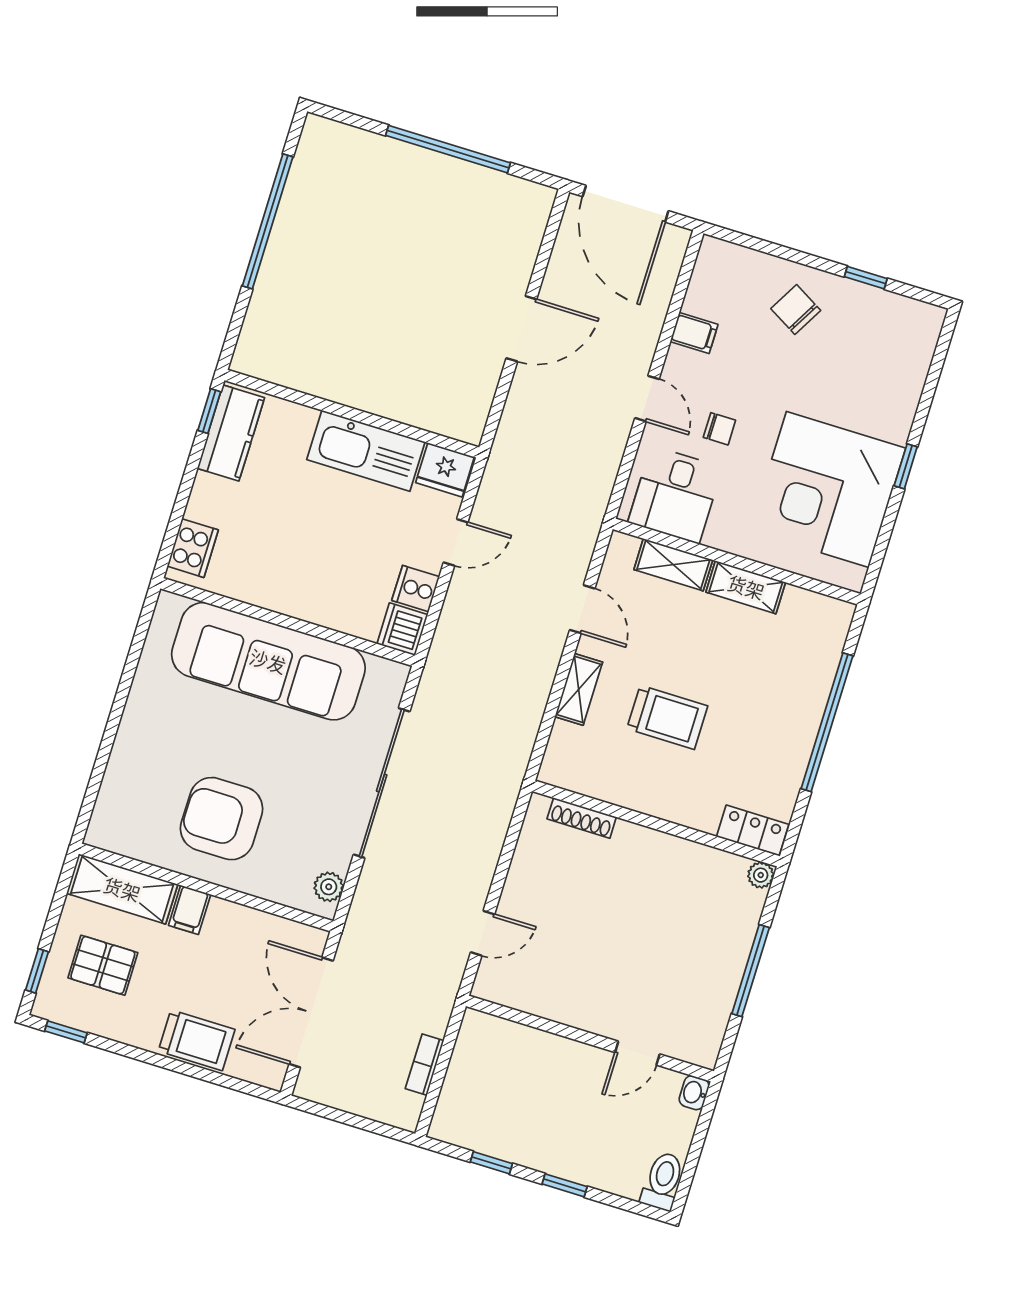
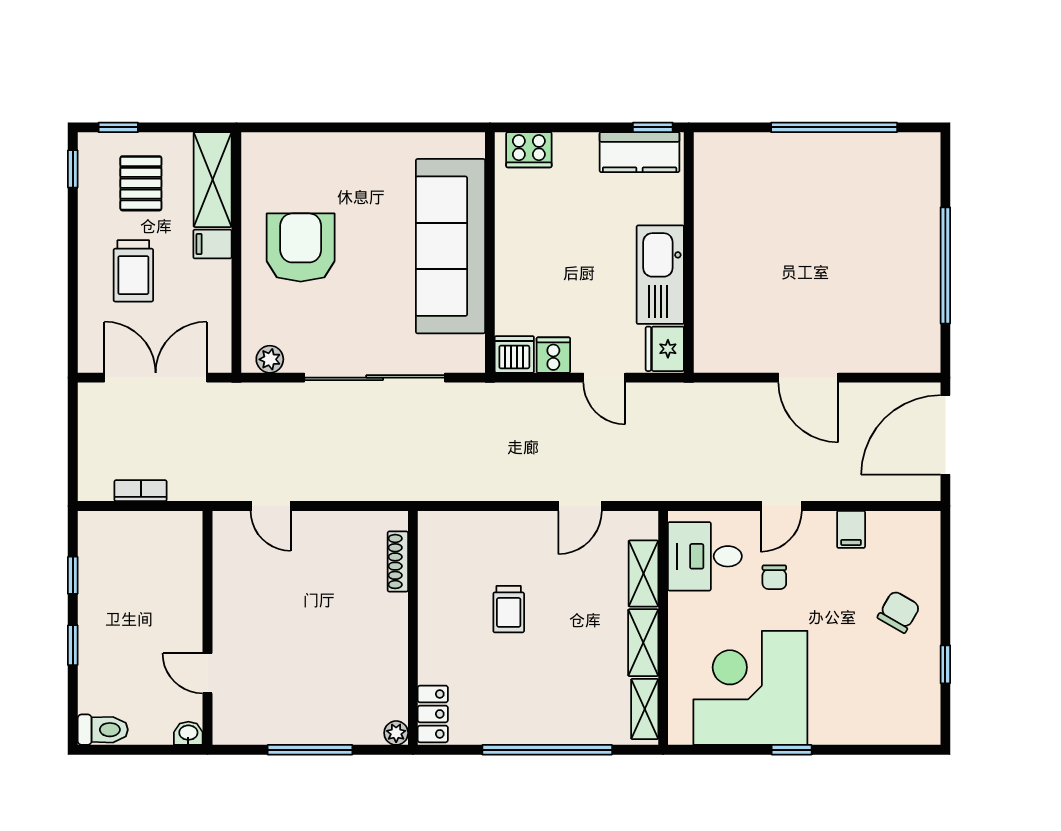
shelving: (579, 689) -> (645, 709), moved, turned 90
trolley: (667, 717) -> (509, 609), width x0.73, depth x0.72
trolley: (197, 1040) -> (133, 271), moved

